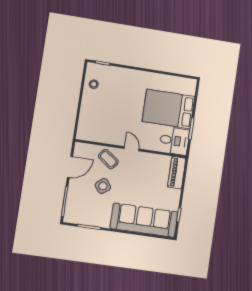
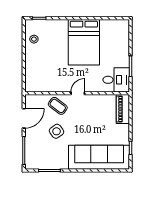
bed: (168, 109) -> (84, 42), moved, turned -90
door: (132, 149) -> (78, 93), hinge flipped

